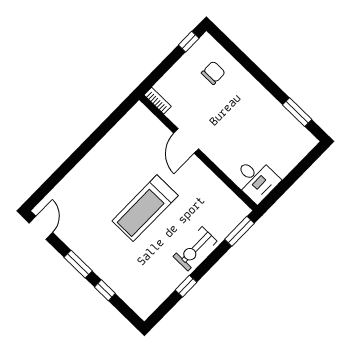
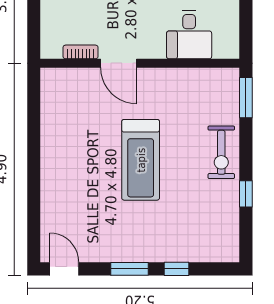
bookcase: (158, 101) -> (81, 52), moved
desk: (256, 179) -> (189, 35), moved, turned 90

